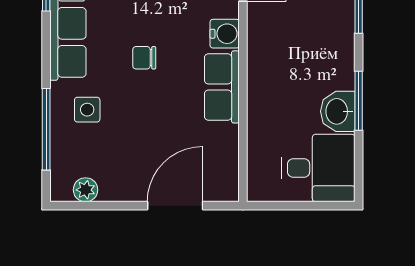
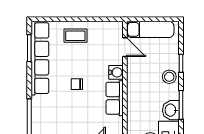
stool: (334, 43) -> (169, 77), added
side table: (87, 110) -> (49, 109), removed

